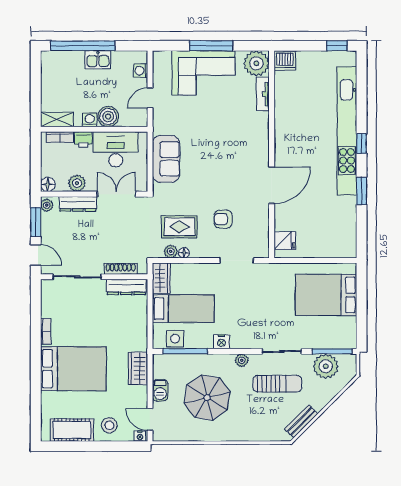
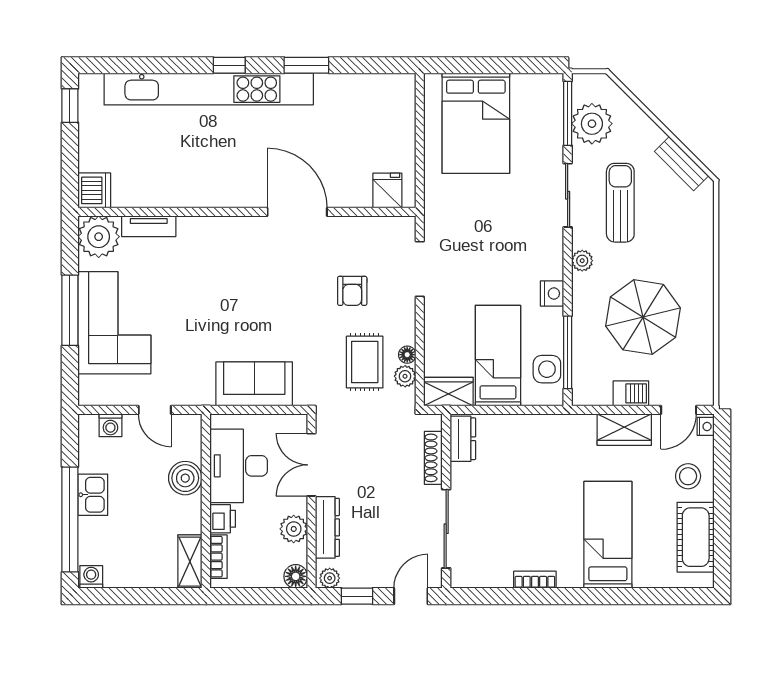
washing machine: (90, 120) -> (91, 577), moved, turned 90
window: (36, 222) -> (357, 596), width x0.67
dresser: (126, 287) -> (463, 439), width x0.70
bed: (73, 369) -> (608, 535), width x0.67
wardrobe: (138, 369) -> (624, 430), moved

